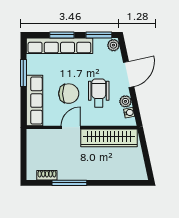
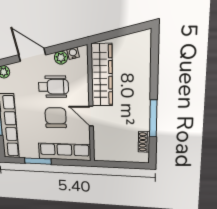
wheelchair: (99, 93) -> (53, 87), turned 180

